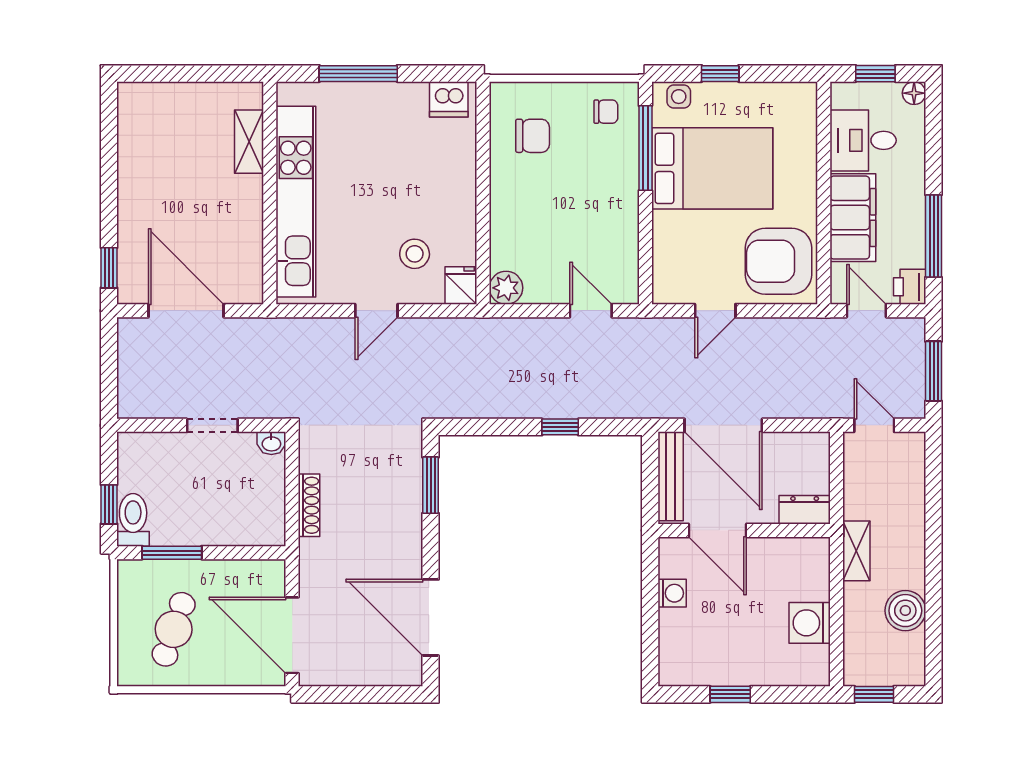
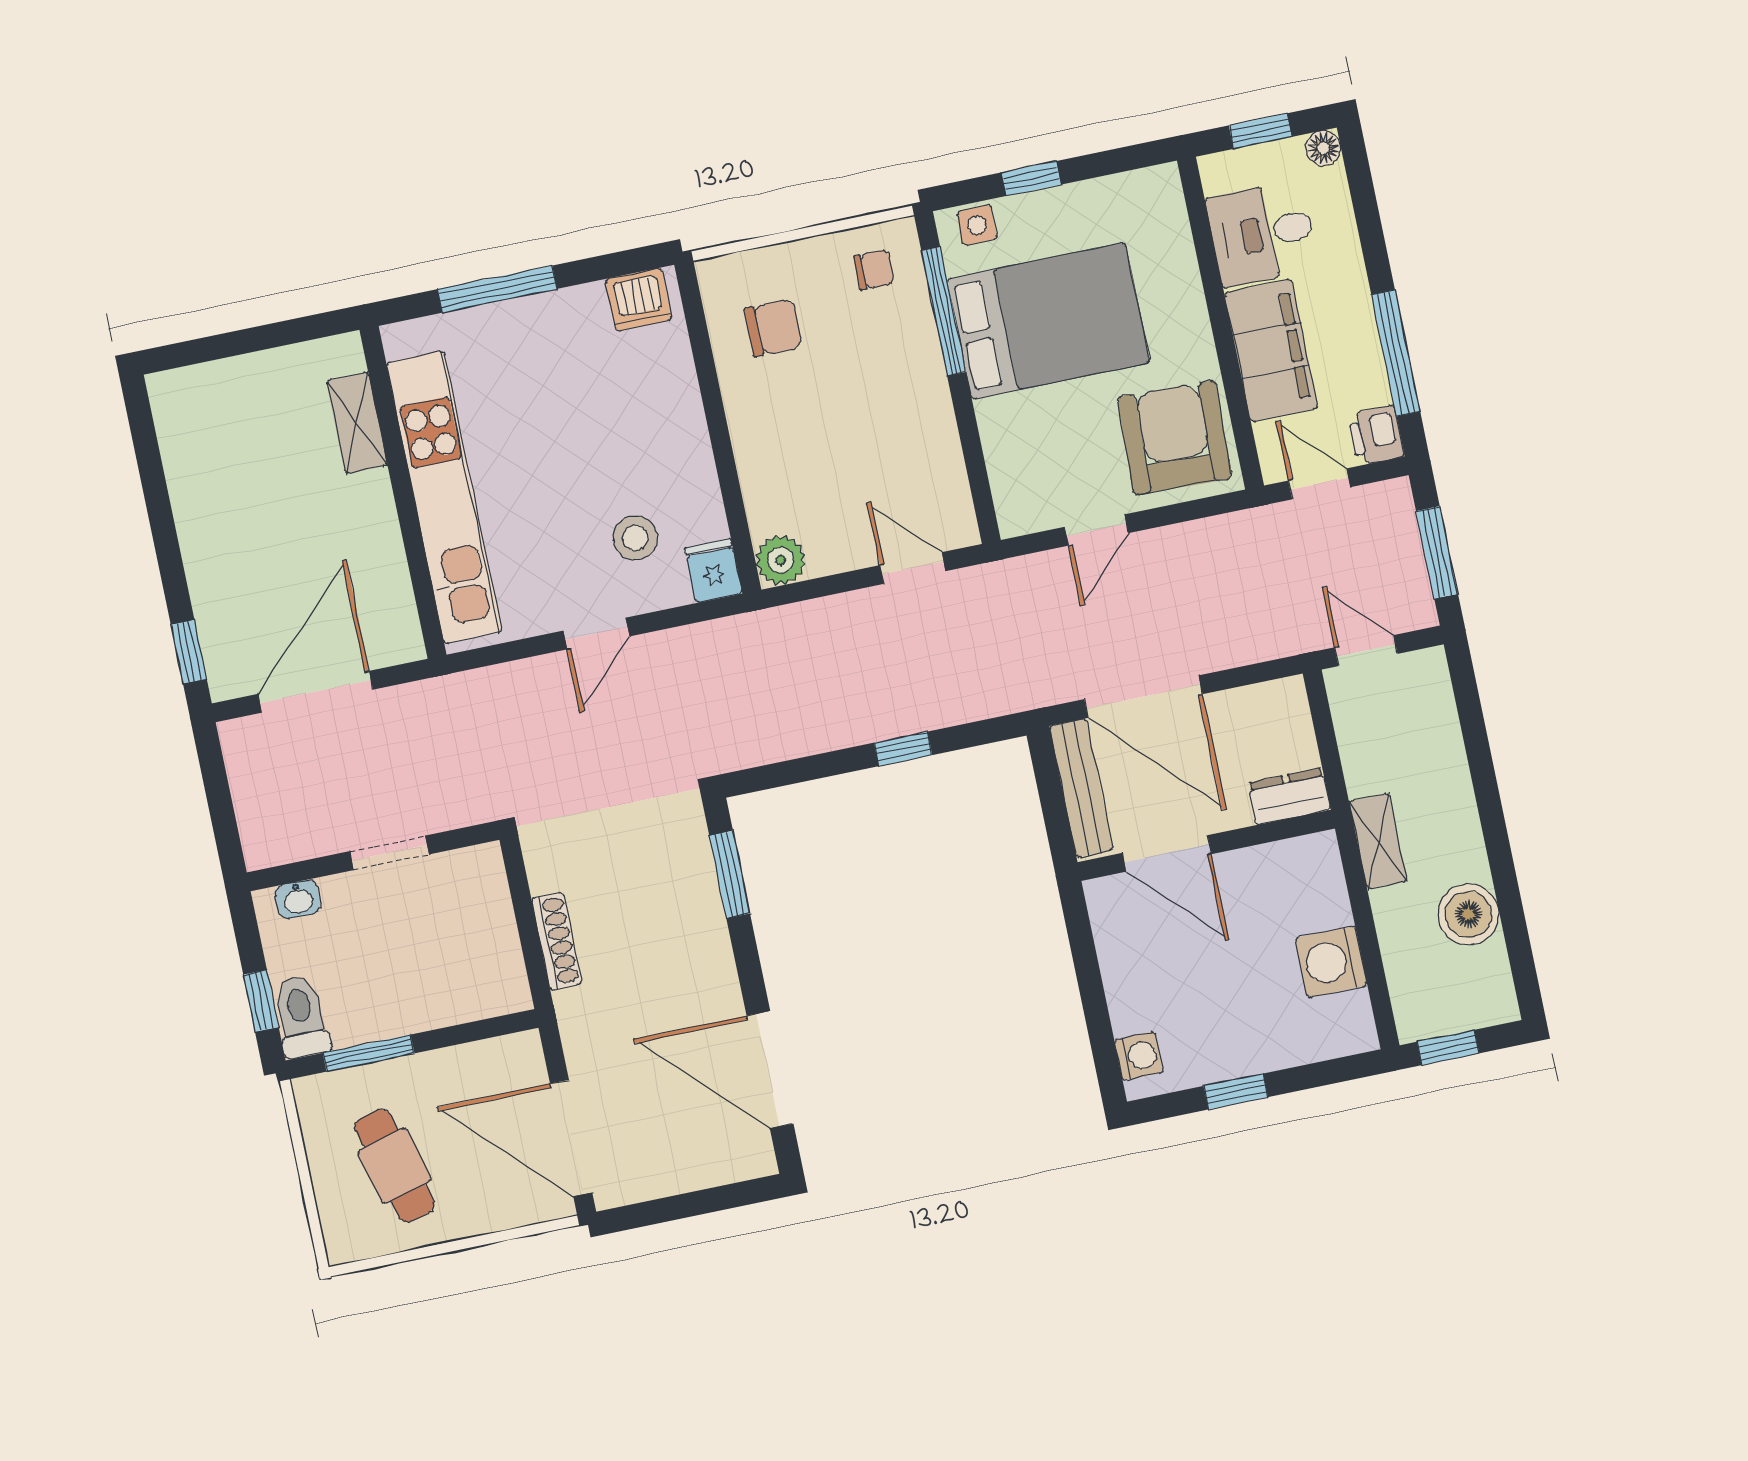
armchair: (779, 261) -> (1175, 438), turned 92
door: (186, 311) -> (316, 692), hinge flipped
washbasin: (271, 443) -> (298, 899), moved
washing machine: (672, 593) -> (1139, 1056), moved
cafe table: (174, 629) -> (395, 1166), turned -34

